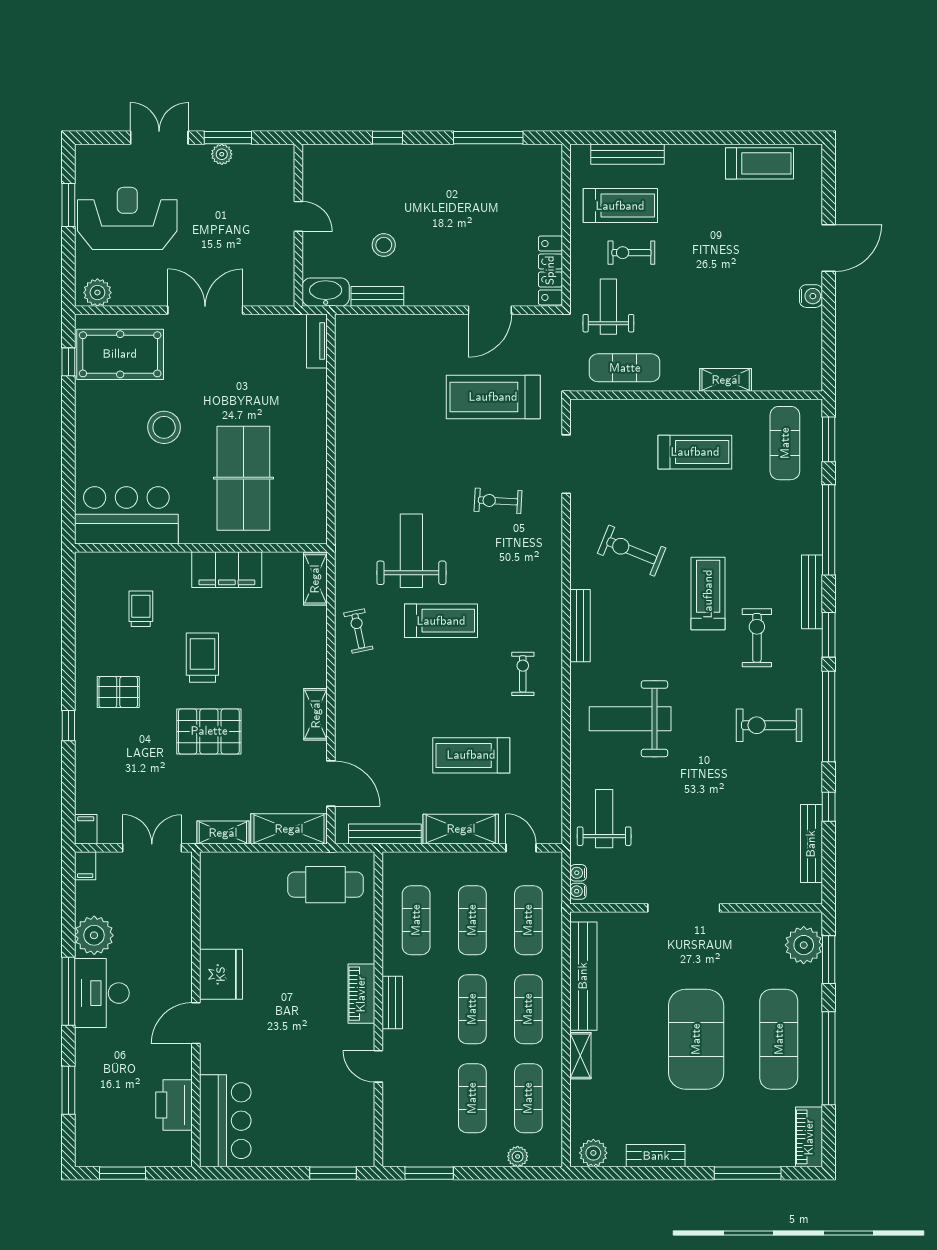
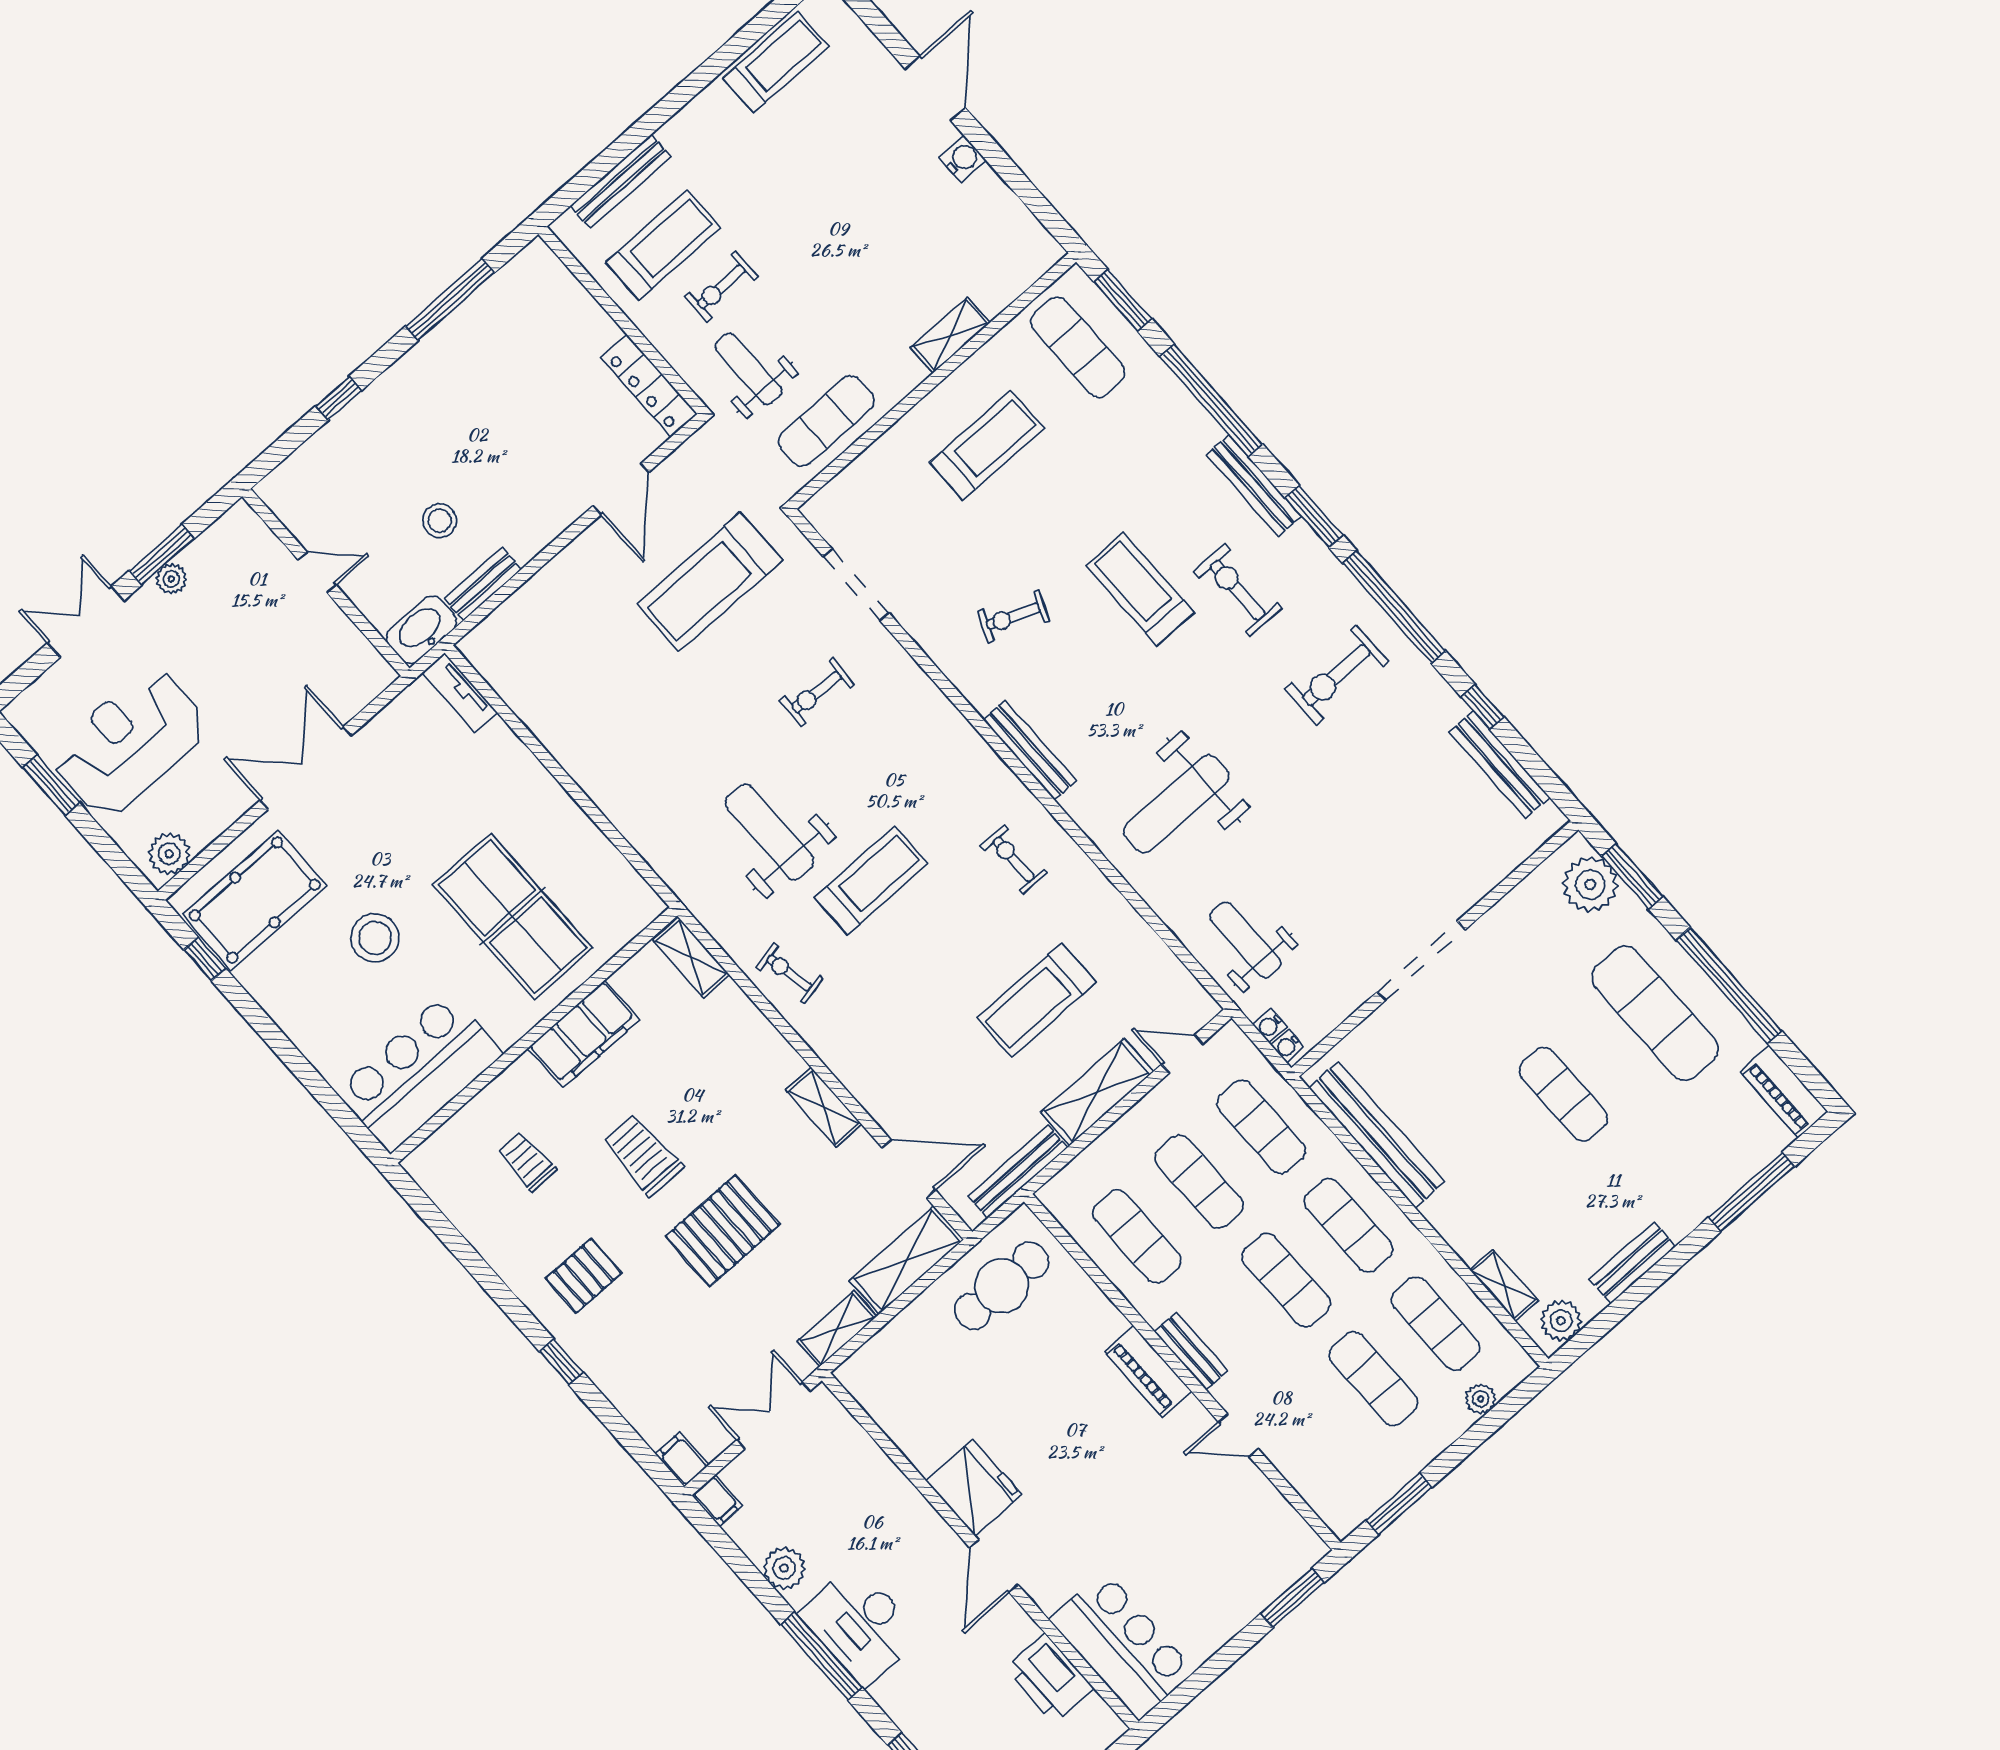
exercise bike: (632, 551) -> (1013, 616), width x0.73, depth x0.72
plant: (94, 935) -> (784, 1568), width x0.73, depth x0.73
exercise mat: (696, 1039) -> (1563, 1094), width x0.50, depth x0.69
shelving: (580, 1056) -> (1504, 1285), moved

